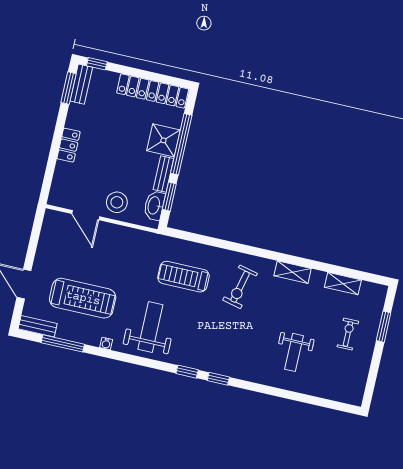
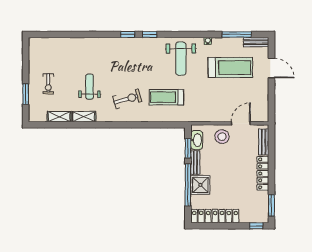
bench: (81, 84) -> (264, 142), moved
locker: (69, 145) -> (263, 173), width x1.53
door: (86, 215) -> (241, 123), hinge flipped
shelving: (293, 272) -> (84, 117), moved
treadmill: (183, 277) -> (166, 97), turned 180
exercise bike: (240, 287) -> (127, 99), turned 61
treadmill: (83, 298) -> (230, 68), turned 180
weight bench: (294, 352) -> (90, 87), moved

